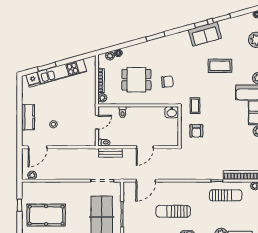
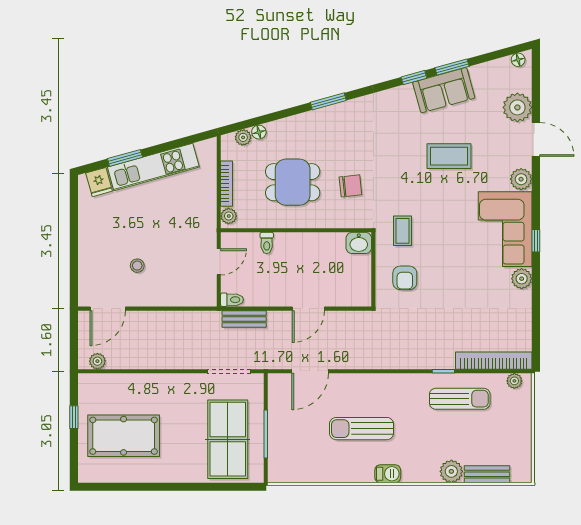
sofa: (205, 34) -> (444, 90), moved
kitchen counter: (28, 117) -> (90, 252), removed

